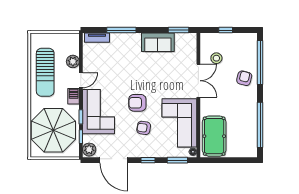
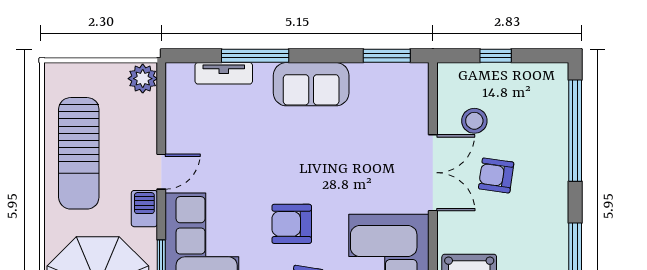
tv unit: (97, 38) -> (224, 73), moved
sofa: (158, 42) -> (311, 84), moved
plant: (73, 61) -> (143, 79), moved
armchair: (244, 78) -> (496, 175), moved, turned -96

